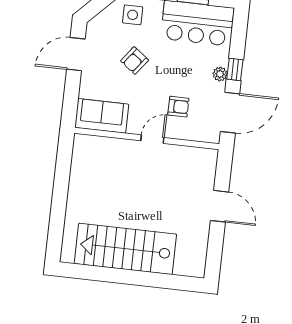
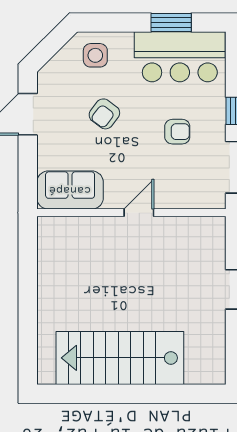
plant: (220, 74) -> (216, 119), removed
armchair: (178, 107) -> (177, 132), moved

